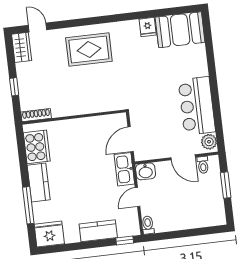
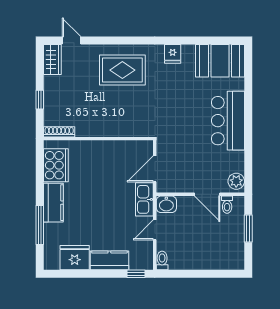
fridge: (148, 27) -> (173, 54), moved
bar counter: (197, 106) -> (228, 121), moved
fridge: (49, 234) -> (75, 258), moved

